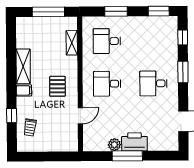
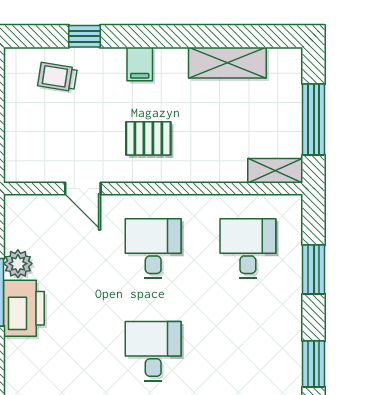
shelving: (72, 43) -> (275, 171), moved
shelving: (23, 66) -> (227, 63), moved

